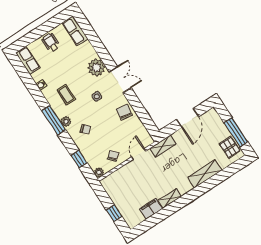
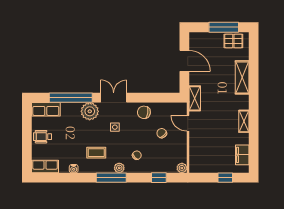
window: (97, 45) -> (71, 98), added
chair: (113, 156) -> (162, 133), moved
filing cabinet: (151, 209) -> (242, 155), moved

